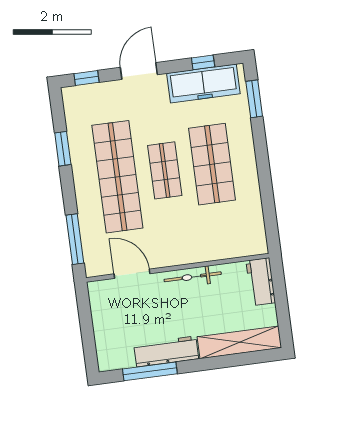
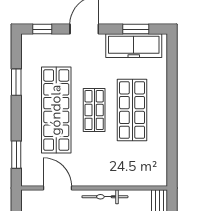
window: (203, 62) -> (136, 29), width x1.50
window: (254, 99) -> (172, 63), removed
window: (75, 239) -> (16, 155), width x0.69

